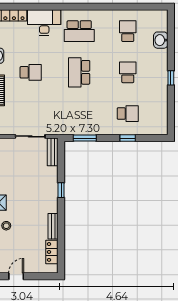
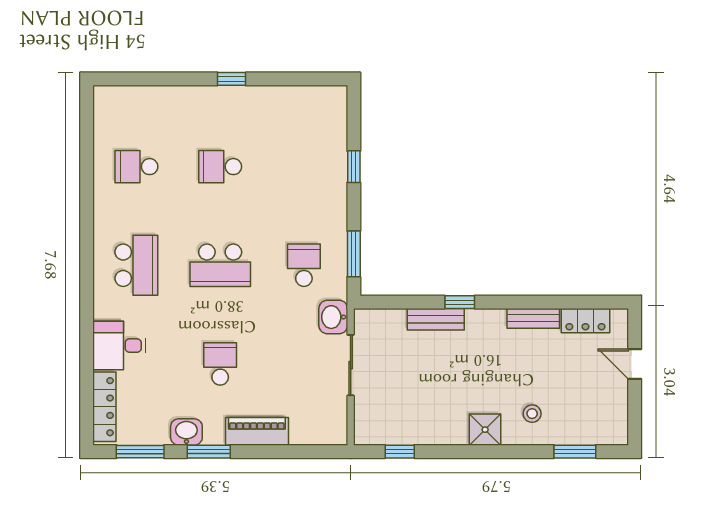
desk: (44, 23) -> (119, 346), width x0.73
washbasin: (161, 40) -> (333, 317), moved, turned 90
school desk: (128, 114) -> (304, 265), moved
bench: (53, 152) -> (436, 319), moved
door: (16, 276) -> (635, 364), moved

